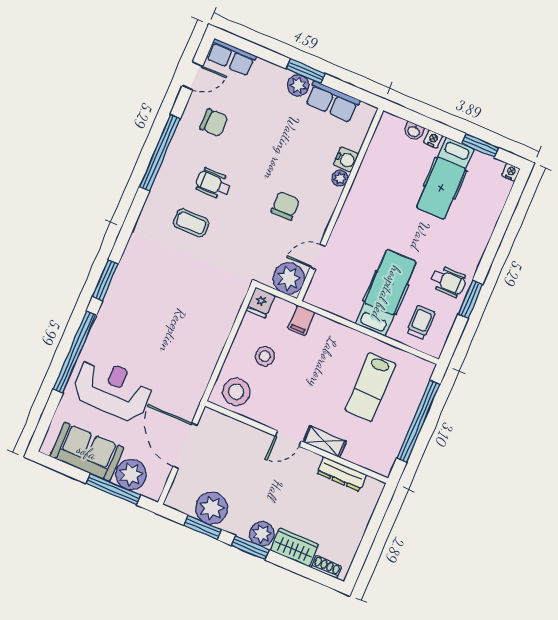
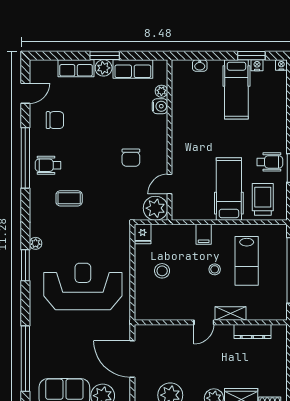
row of seats: (231, 57) -> (76, 68), moved
nightstand: (433, 139) -> (257, 65), moved
plant: (340, 178) -> (161, 91), moved
wheelchair: (213, 184) -> (48, 165), moved
chair: (285, 206) -> (131, 158), turned 180
plant: (128, 259) -> (36, 243), added
filing cabinet: (301, 320) -> (204, 234), moved
trolley: (421, 322) -> (263, 199), width x1.36, depth x1.39
window: (75, 352) -> (25, 359), moved
reception desk: (112, 389) -> (83, 286), moved, width x1.36, depth x1.30
stool: (236, 392) -> (215, 269), moved, width x0.53, depth x0.53

